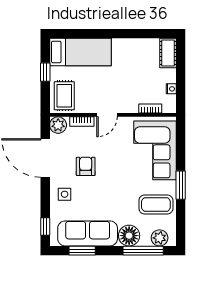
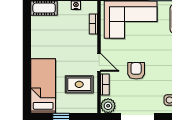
rug: (64, 96) -> (79, 84), moved
armchair: (86, 166) -> (136, 71), moved, turned 90

